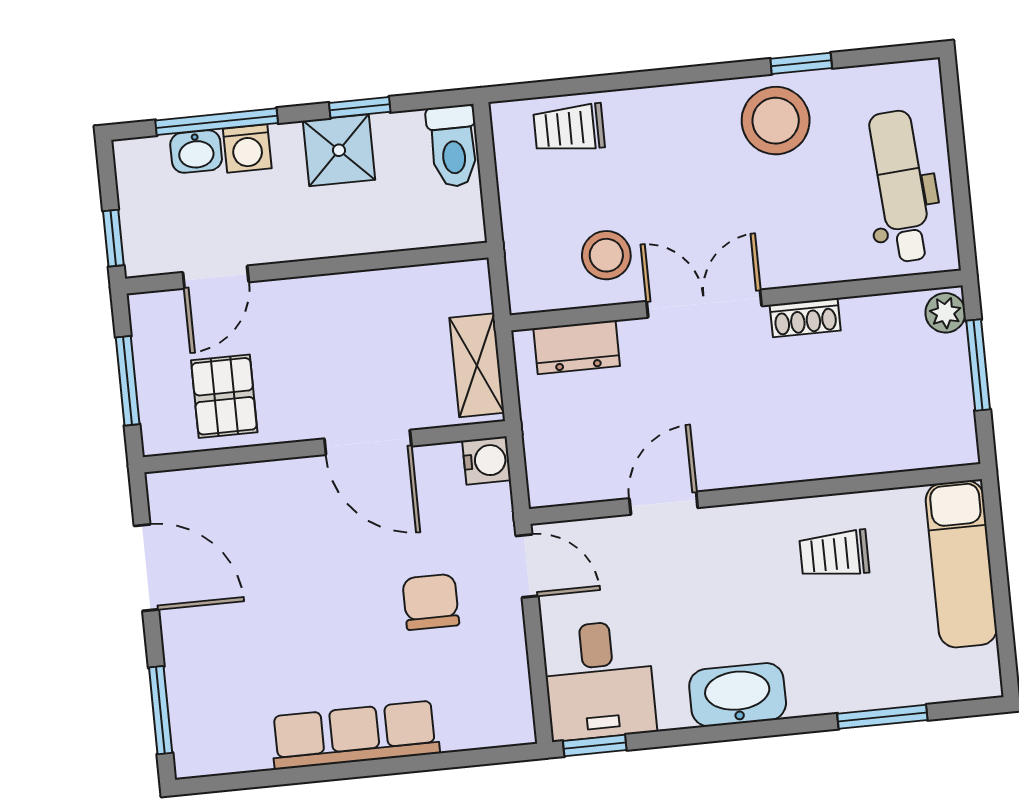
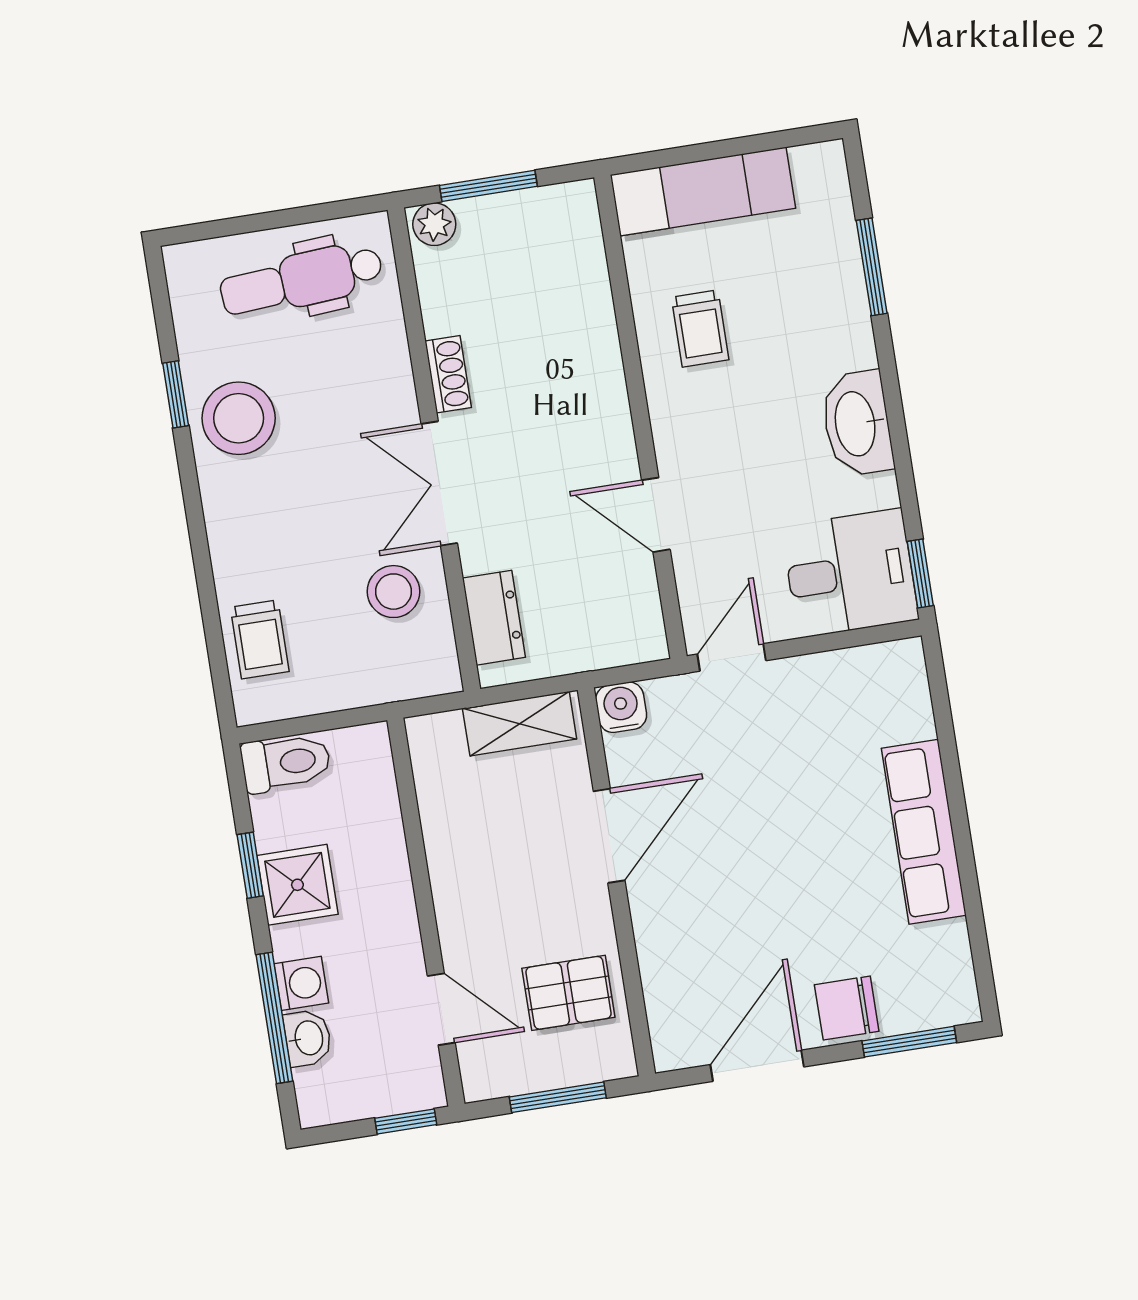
chair: (431, 602) -> (847, 1008), moved

